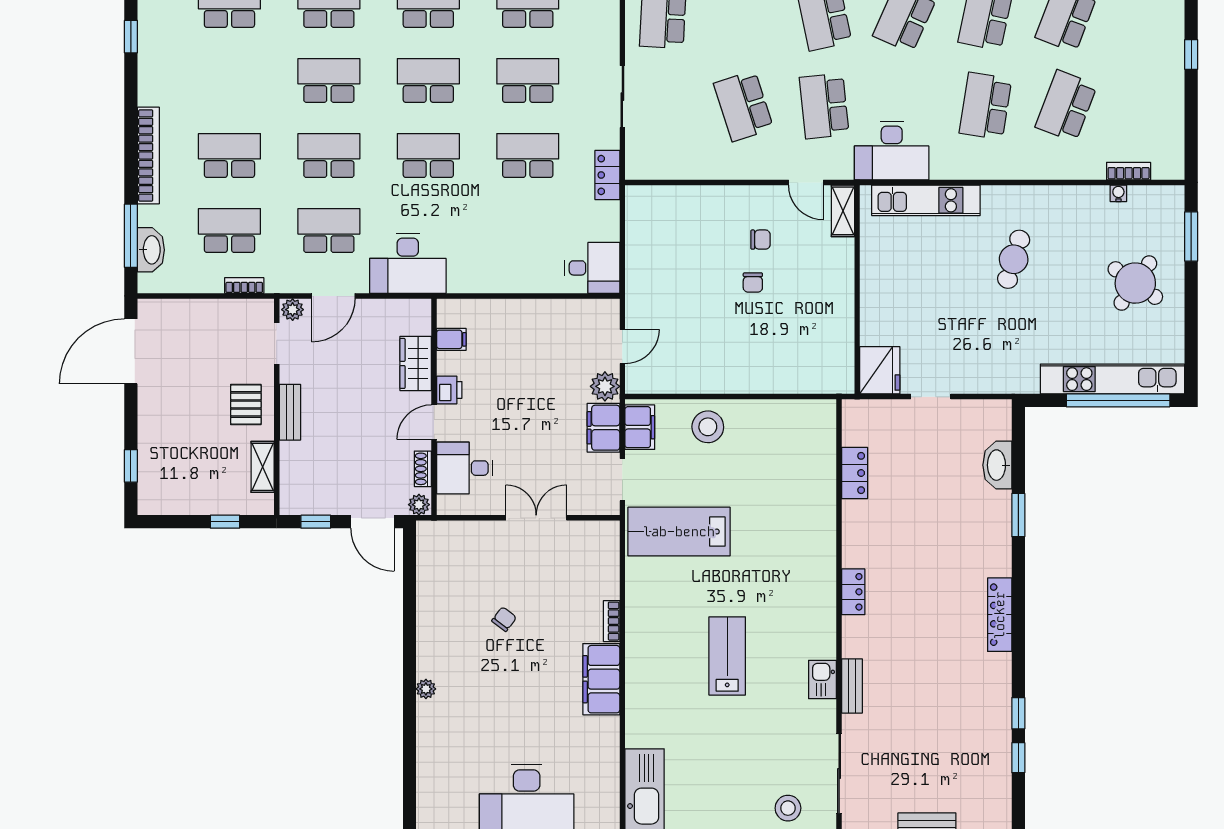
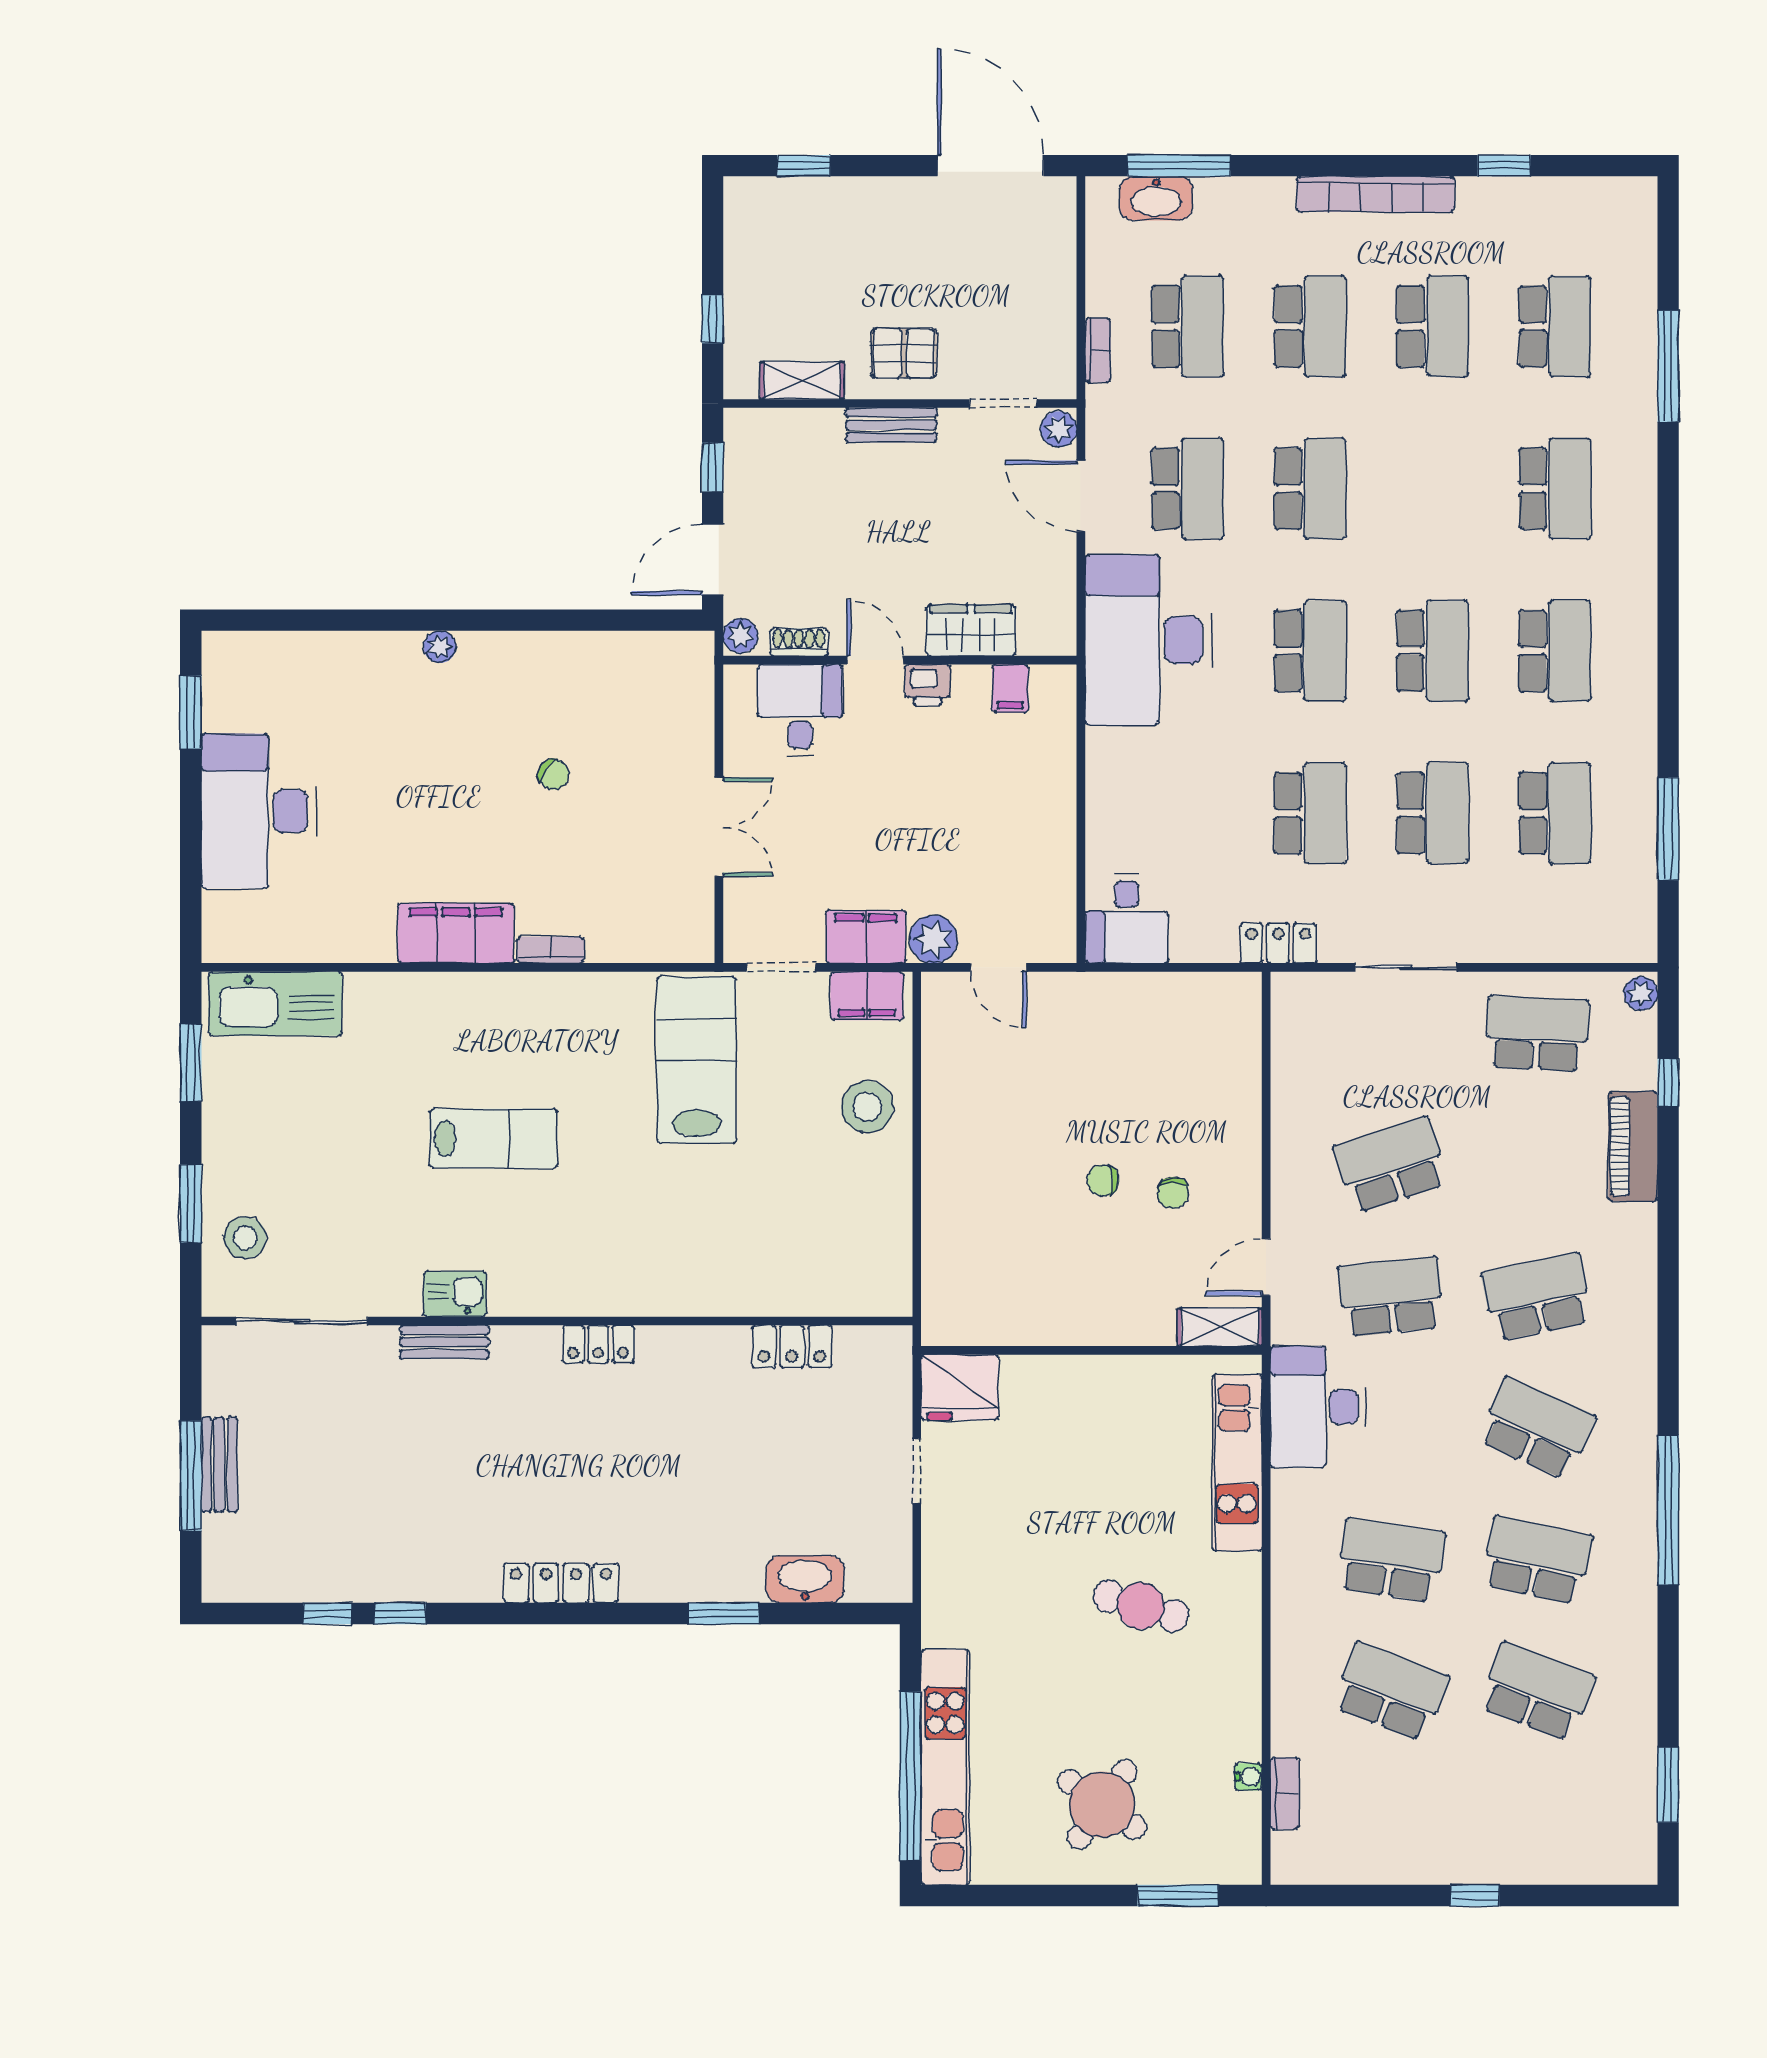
school desk: (329, 80) -> (1433, 326), moved
bookcase: (148, 155) -> (1376, 194), moved
desk: (408, 263) -> (1149, 640), width x1.36, depth x1.30

